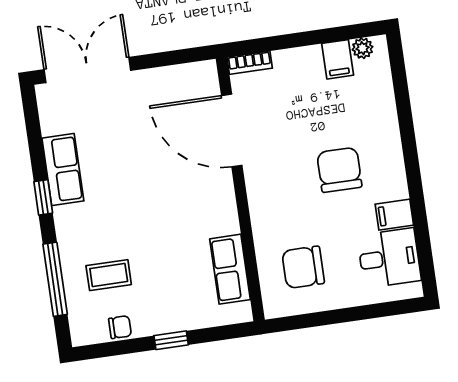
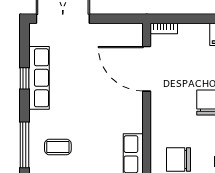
row of seats: (63, 169) -> (39, 78), width x1.48
window: (43, 197) -> (24, 78), moved

